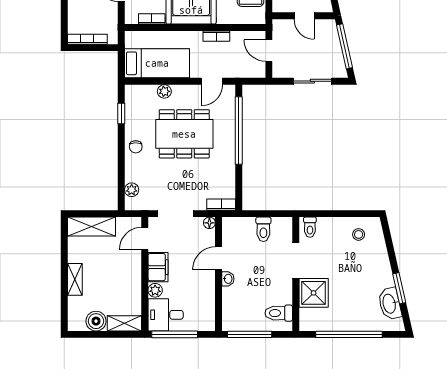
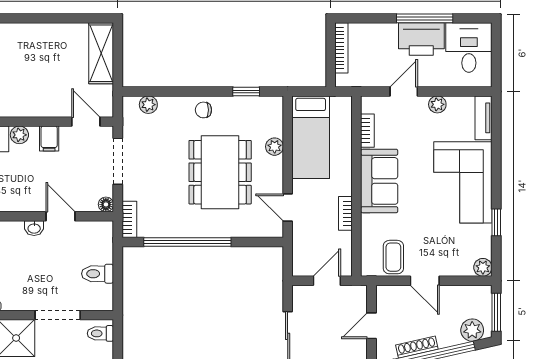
window: (239, 131) -> (187, 242), moved
filing cabinet: (158, 267) -> (49, 139), width x0.50
shelving: (75, 279) -> (33, 32), removed

